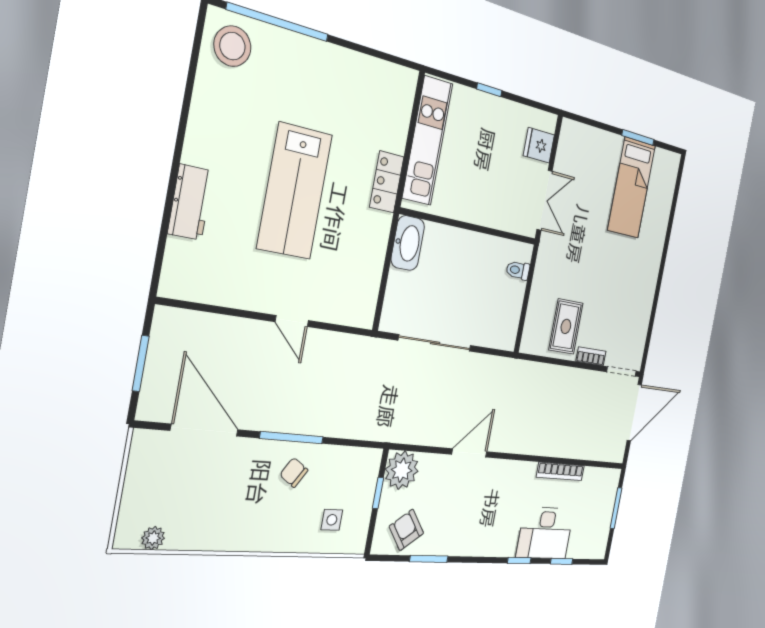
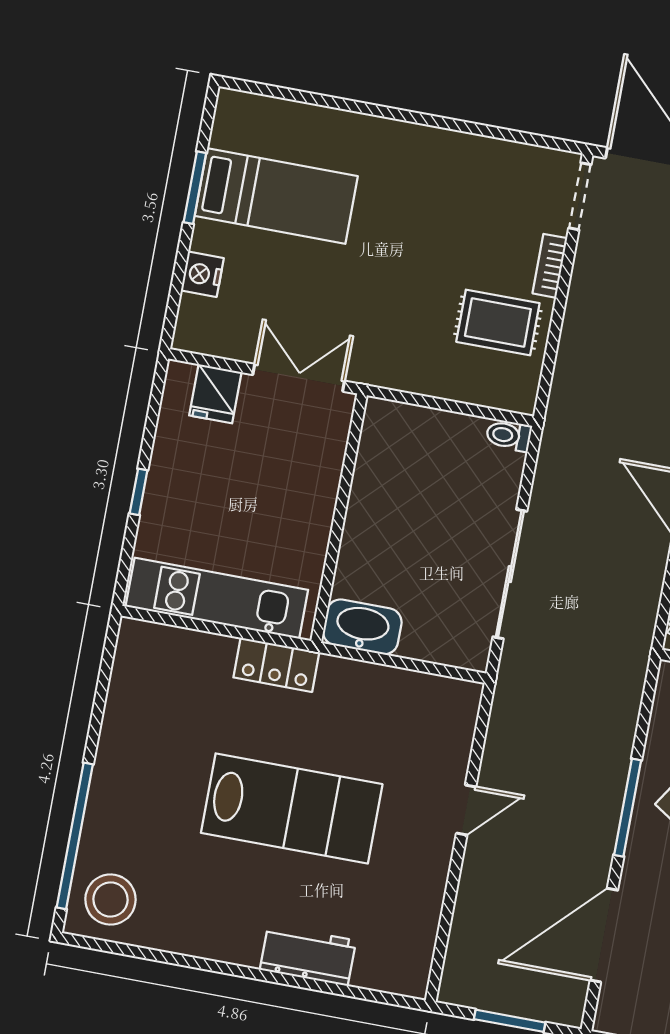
nightstand: (598, 140) -> (202, 274), added
toilet: (518, 270) -> (509, 436), moved, turned 90

